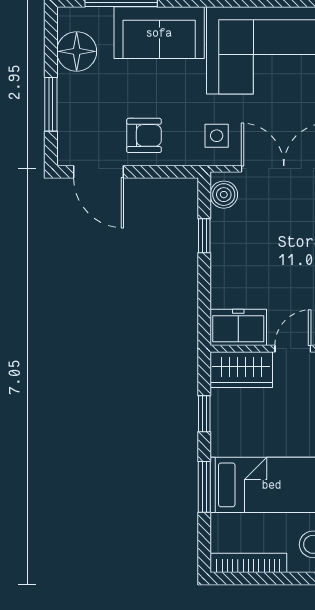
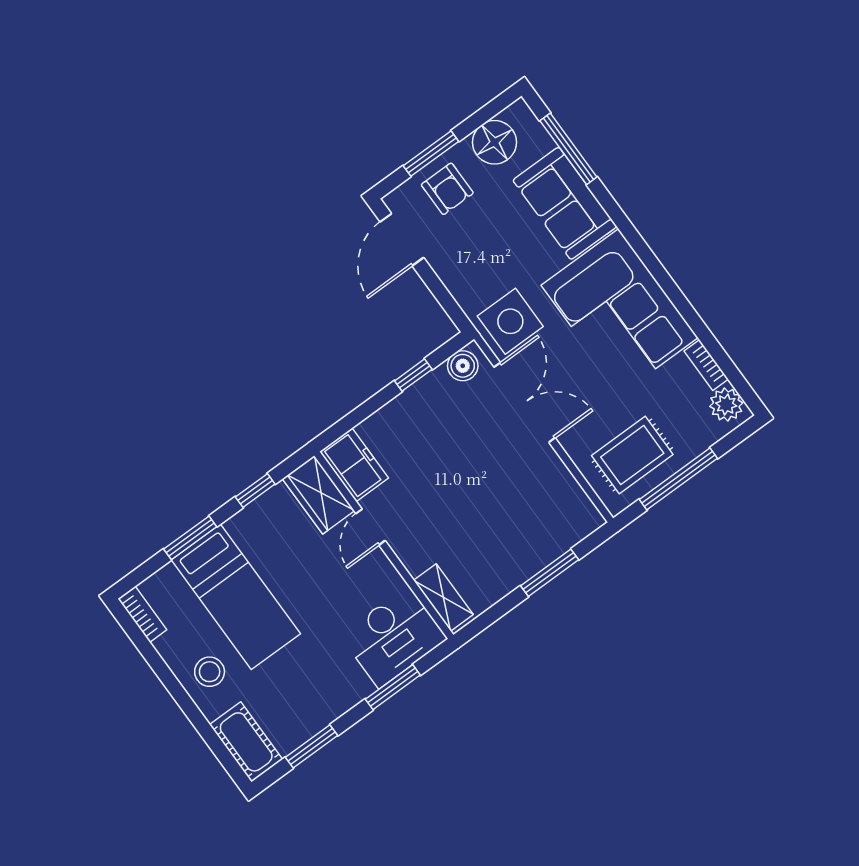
armchair: (144, 135) -> (447, 189), moved
side table: (217, 136) -> (510, 321), width x1.87, depth x1.87
door: (293, 349) -> (371, 527), swing flipped
bookcase: (248, 563) -> (142, 614), width x0.64

